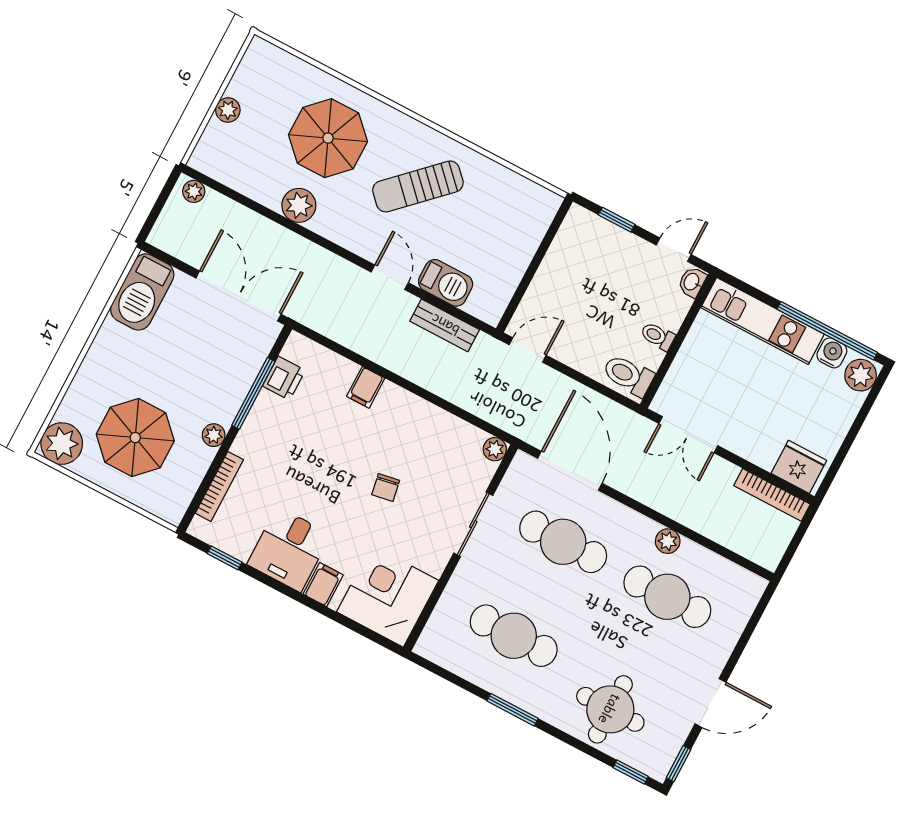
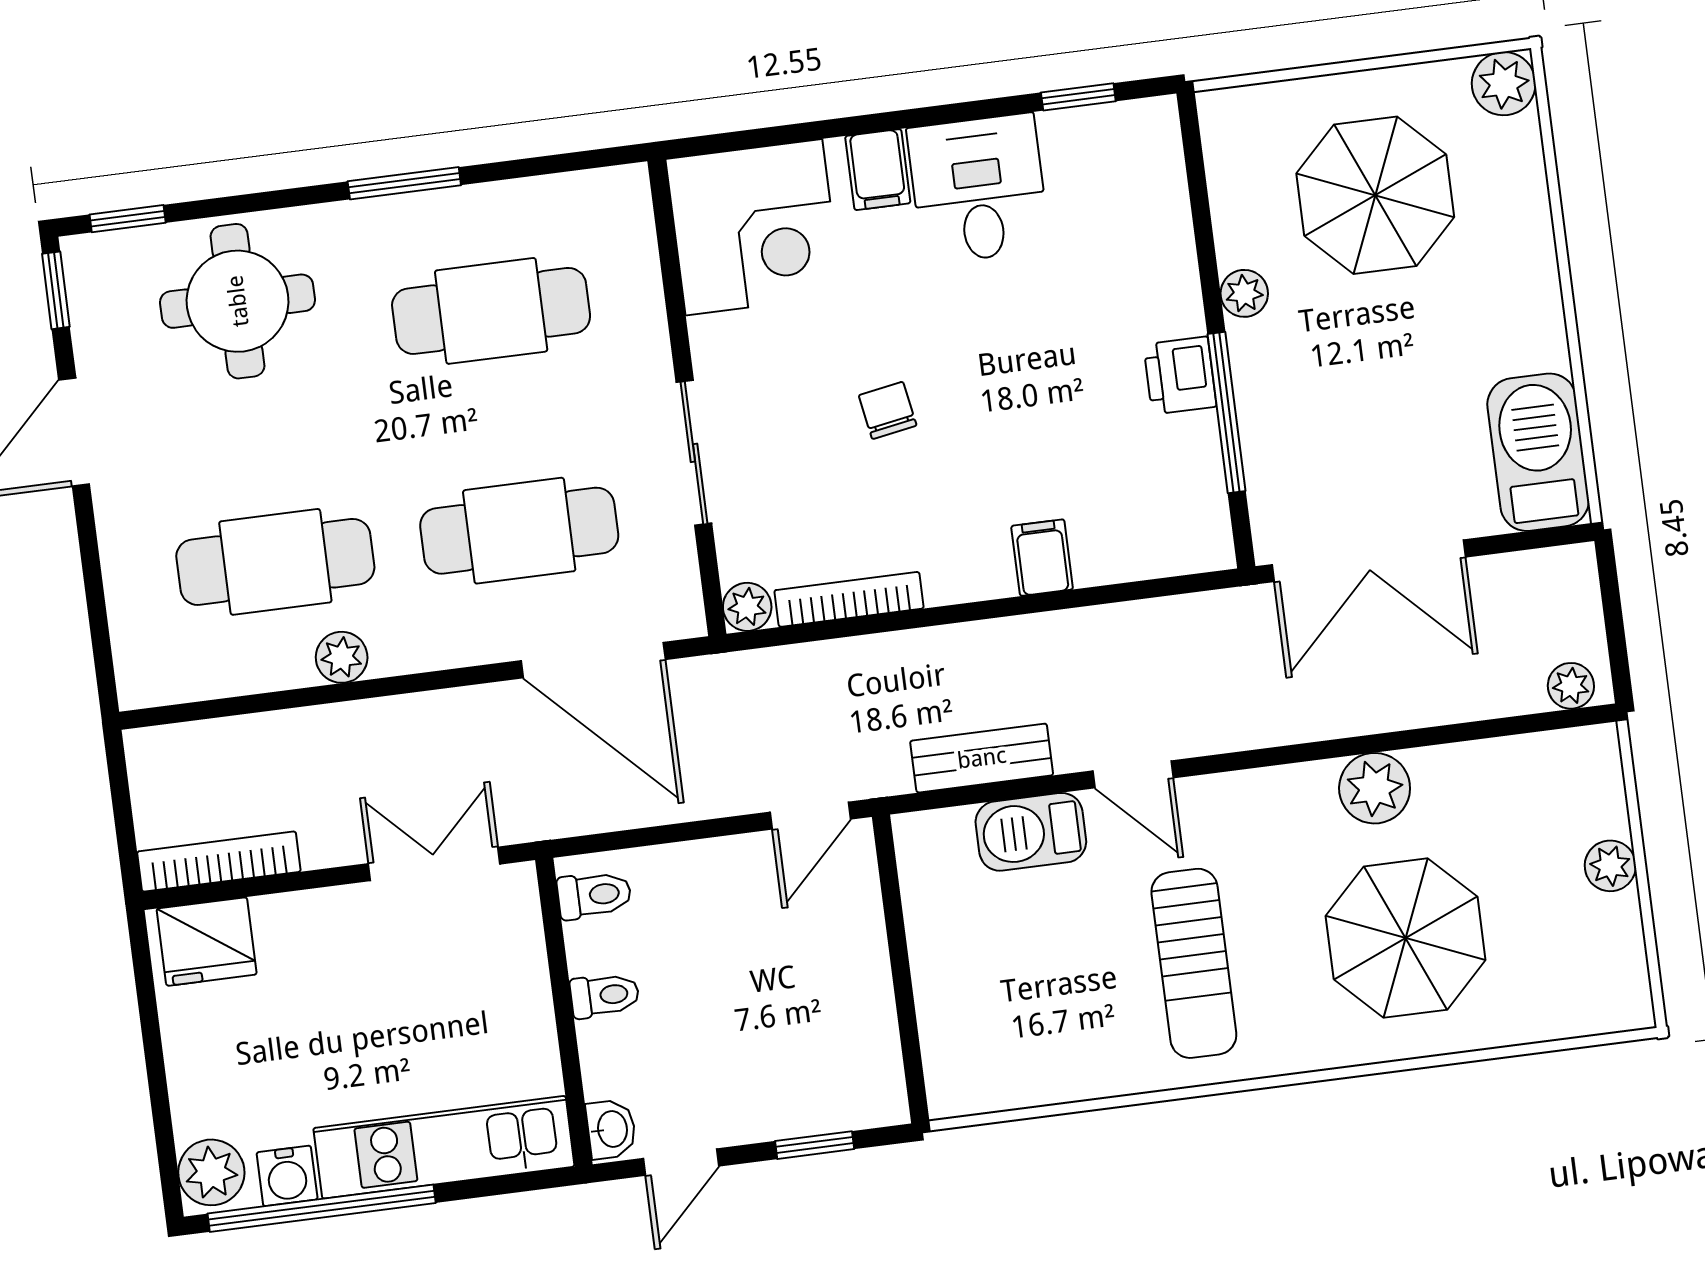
sun lounger: (418, 186) -> (1194, 963), turned 134
toilet: (628, 375) -> (594, 895), width x0.73, depth x0.72
printer: (284, 378) -> (1180, 375), moved
plant: (62, 444) -> (1504, 84), width x0.73, depth x0.73
bookcase: (219, 486) -> (849, 599), moved, turned 90

